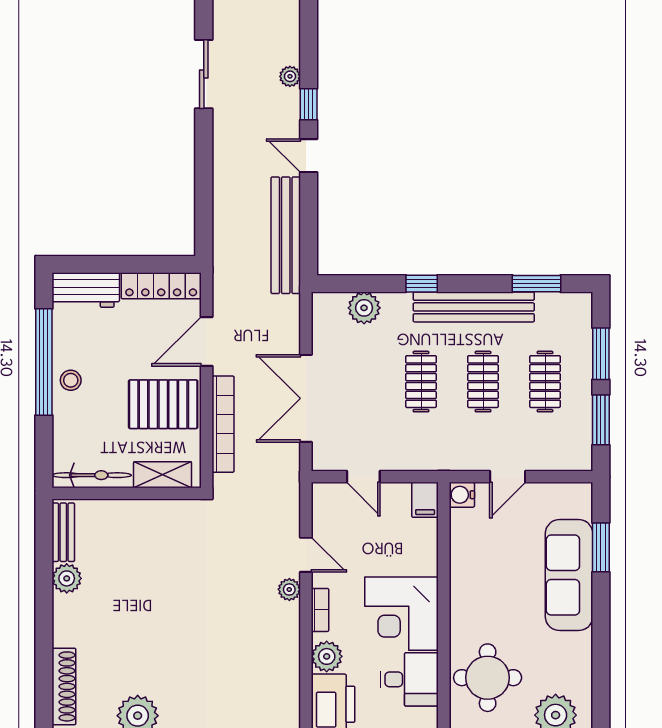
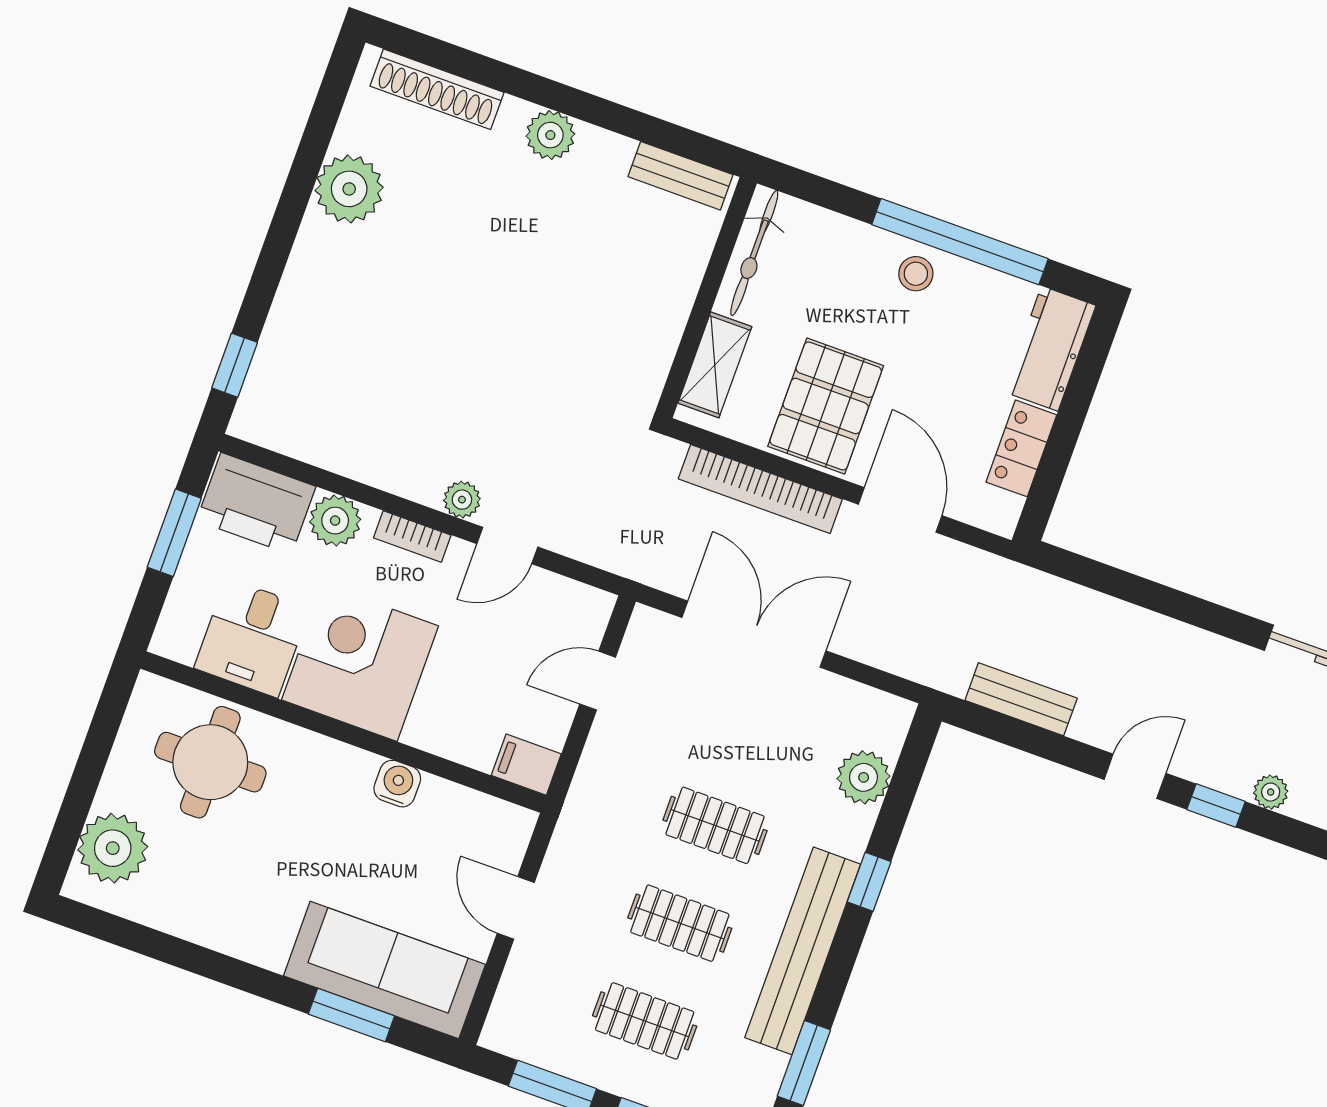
bench: (286, 235) -> (1021, 699), width x0.54, depth x0.82
locker: (161, 286) -> (1021, 448), width x0.66
water cooler: (462, 495) -> (397, 784), moved
sofa: (569, 575) -> (385, 970), moved
plant: (67, 578) -> (550, 135), moved

